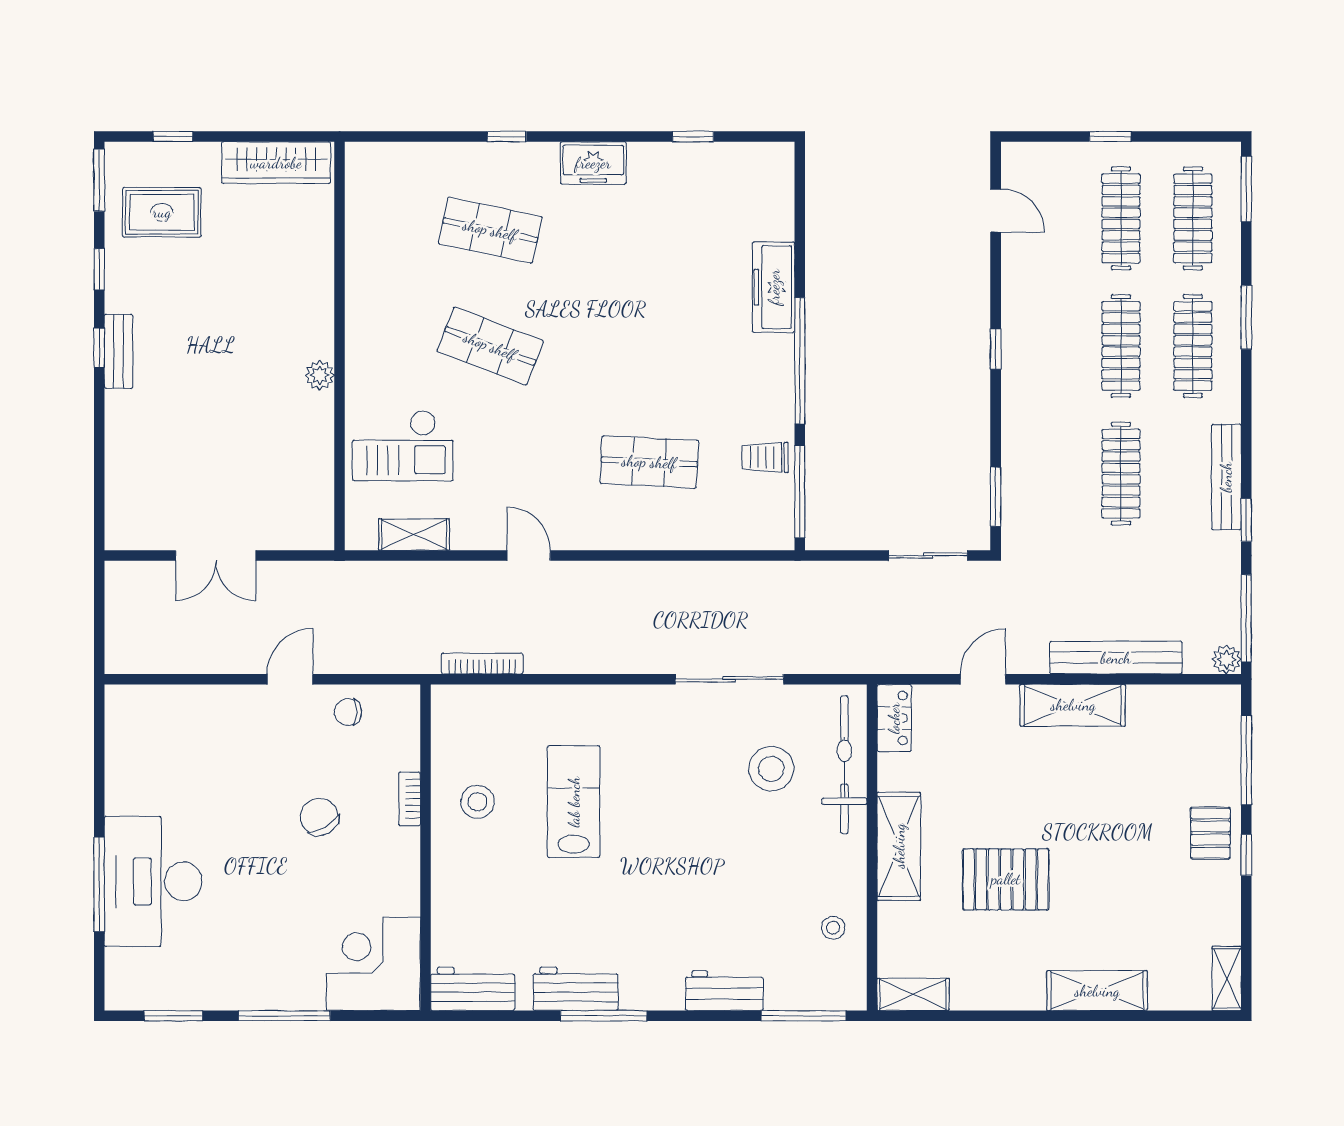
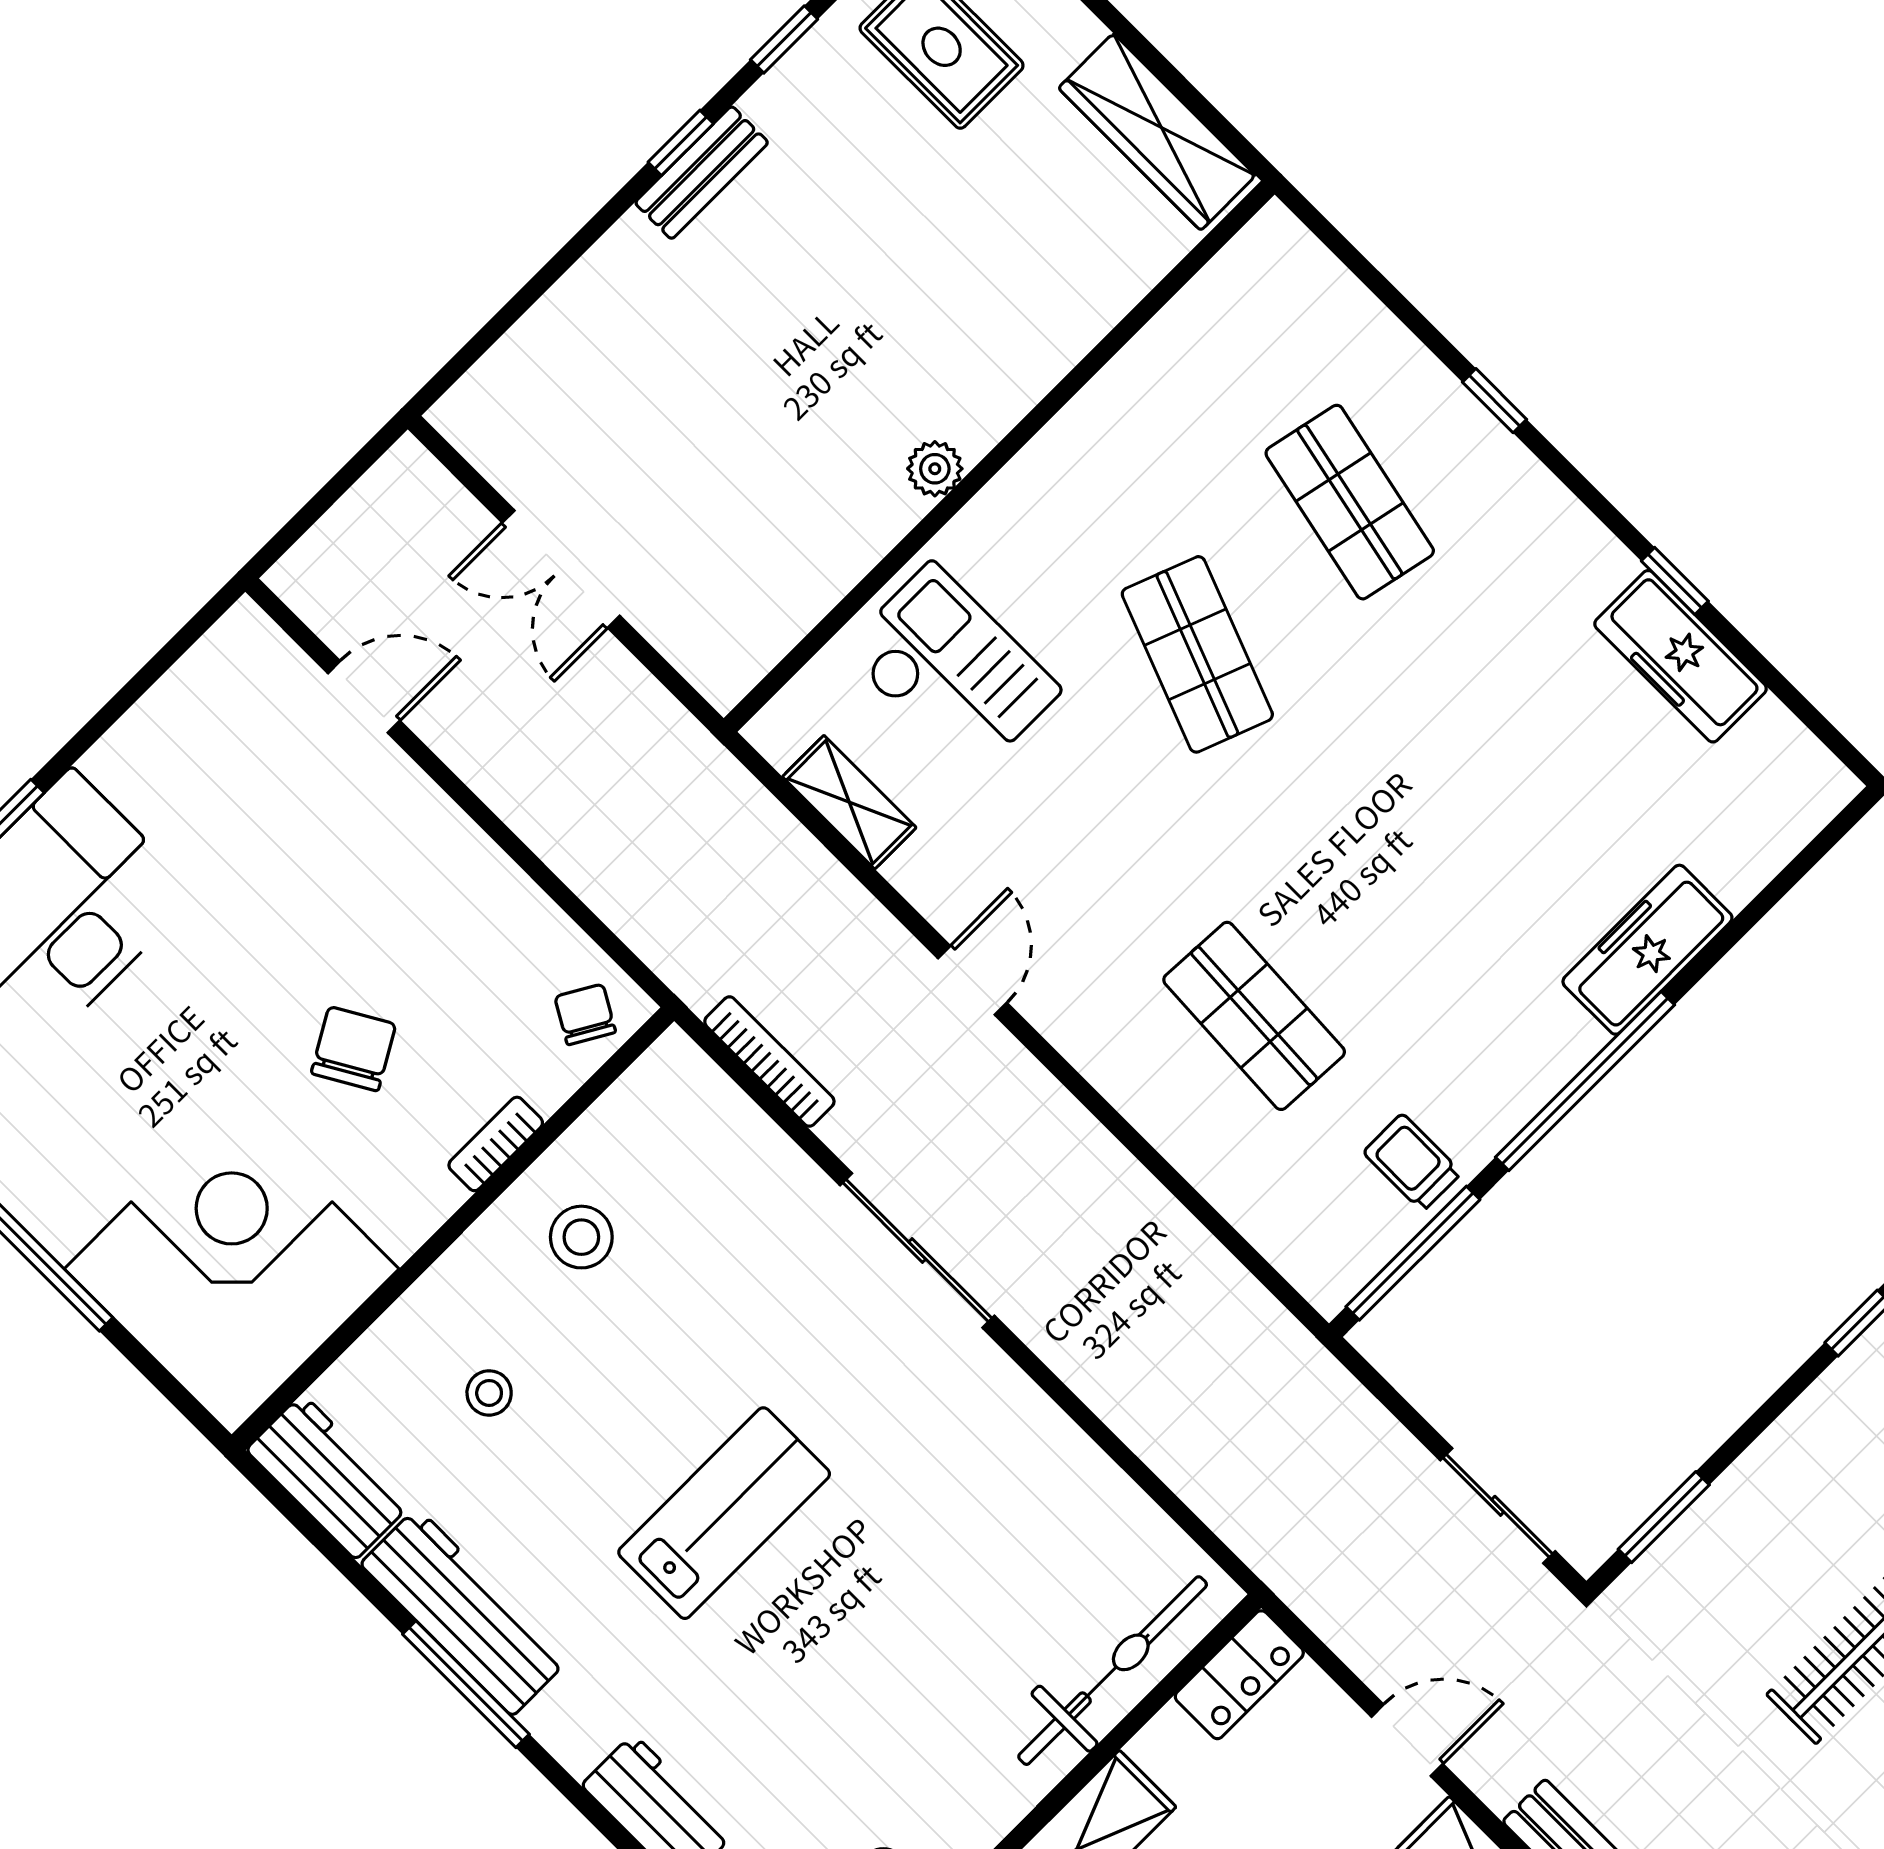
window: (693, 136) -> (1675, 581), moved
freezer: (593, 163) -> (1680, 656), moved, width x1.40
checkout: (403, 446) -> (951, 670), turned 180
door: (290, 679) -> (364, 697), moved
sliding door: (729, 679) -> (917, 1250), moved
chair: (348, 712) -> (585, 1014), moved, turned 30
stool: (771, 769) -> (489, 1393), moved, width x0.53, depth x0.53
lab bench: (574, 802) -> (724, 1513), moved
corner desk: (373, 964) -> (232, 1269), width x1.36, depth x1.36
workbench: (576, 989) -> (465, 1612), width x1.38

